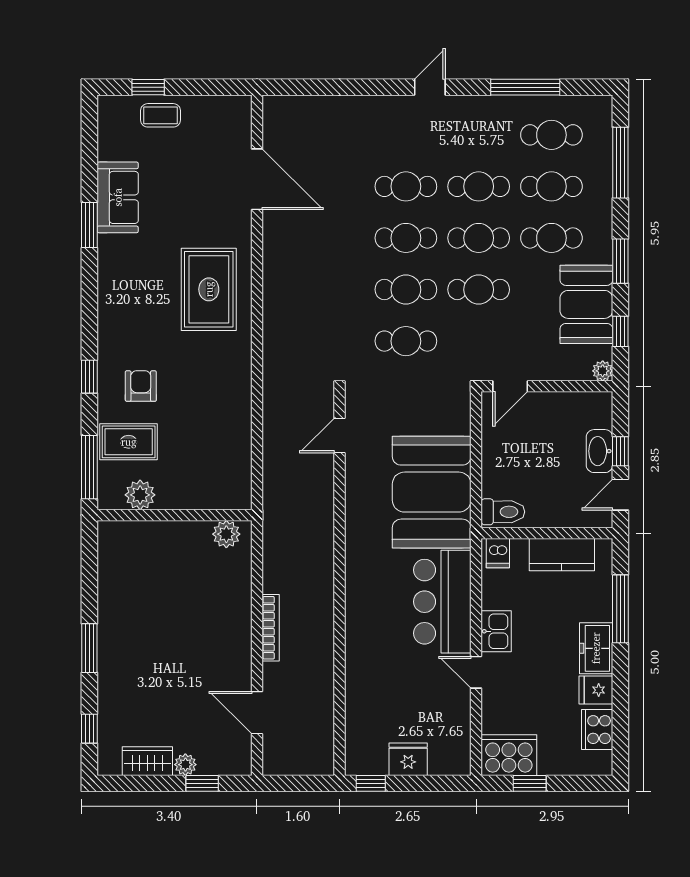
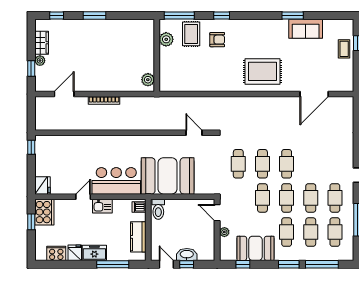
cafe table: (406, 186) -> (335, 198), moved
window: (620, 261) -> (289, 264), moved
plant: (603, 371) -> (224, 232), moved
fridge: (408, 759) -> (42, 185), moved

